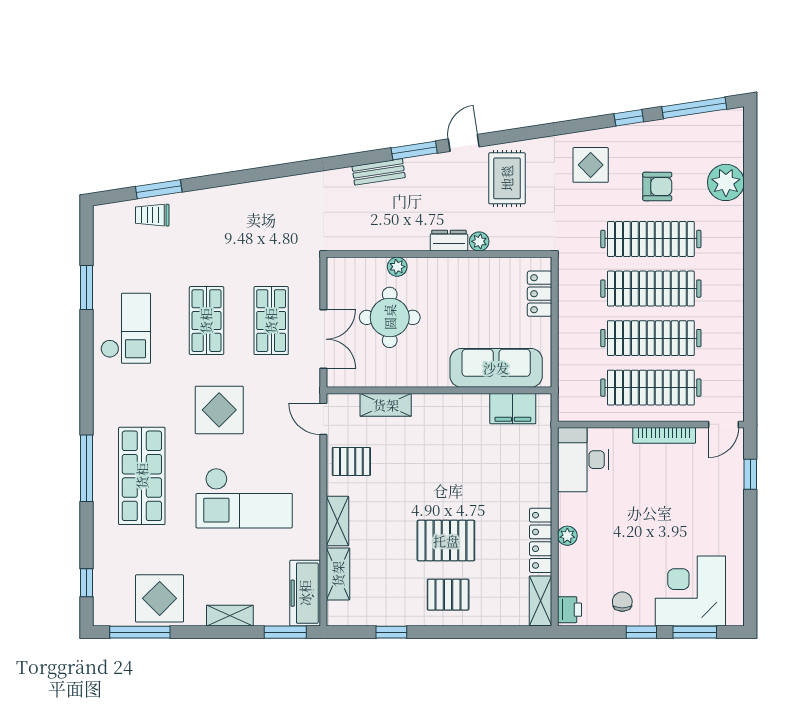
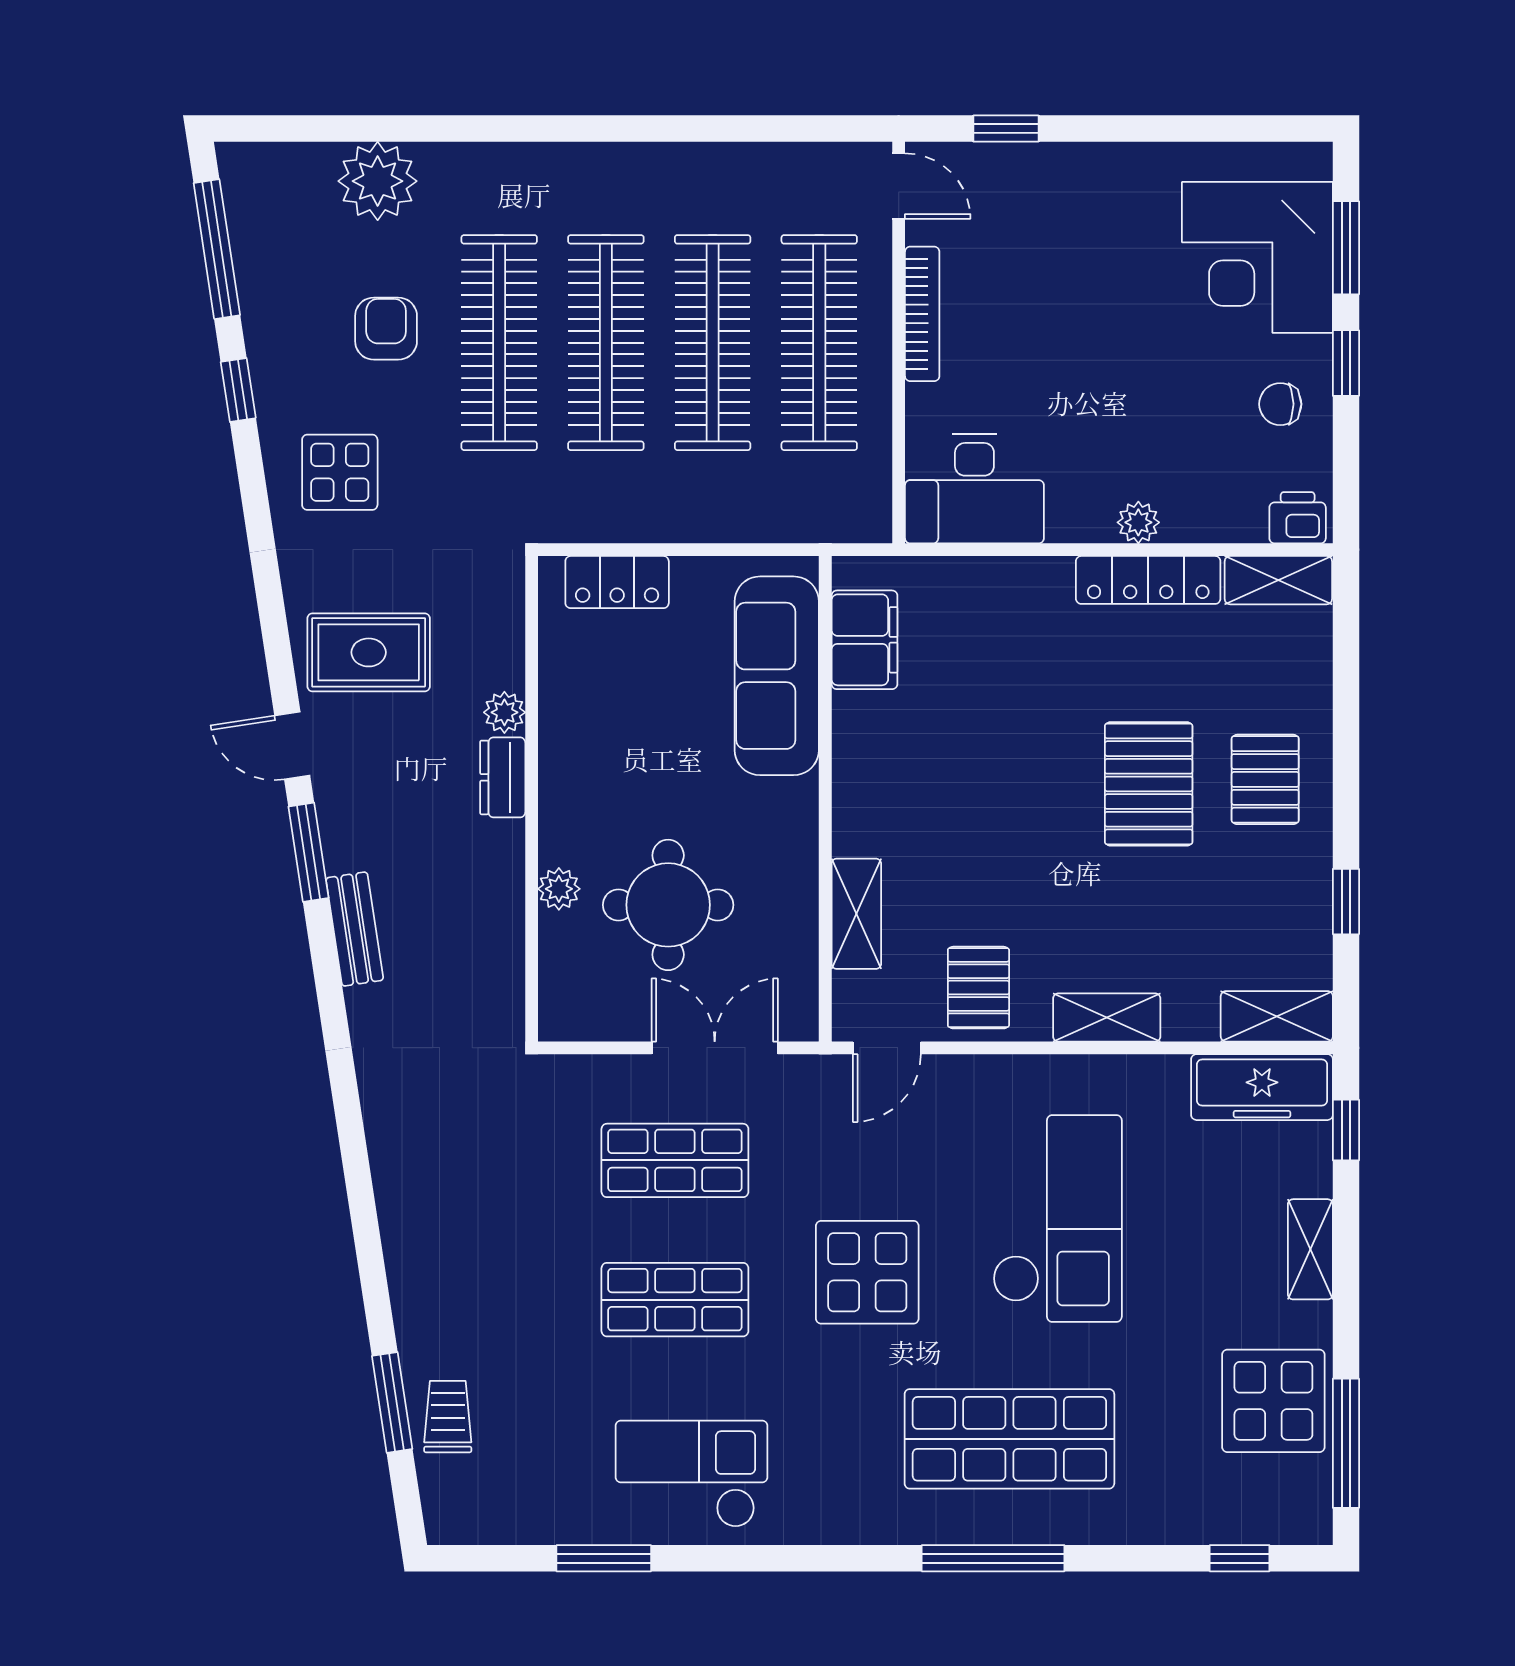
trolley: (152, 215) -> (448, 1417), turned 180
shelving: (338, 574) -> (1277, 1016), moved
window: (285, 632) -> (1346, 1130), width x0.67

